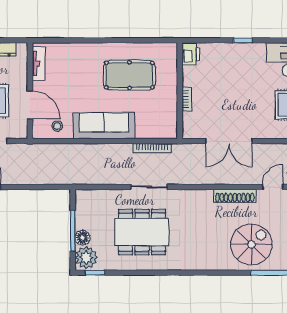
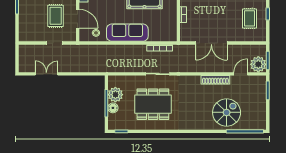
plant: (86, 257) -> (115, 95), moved

